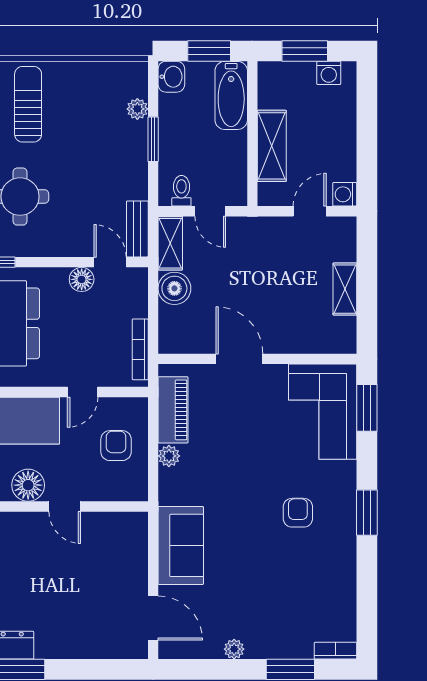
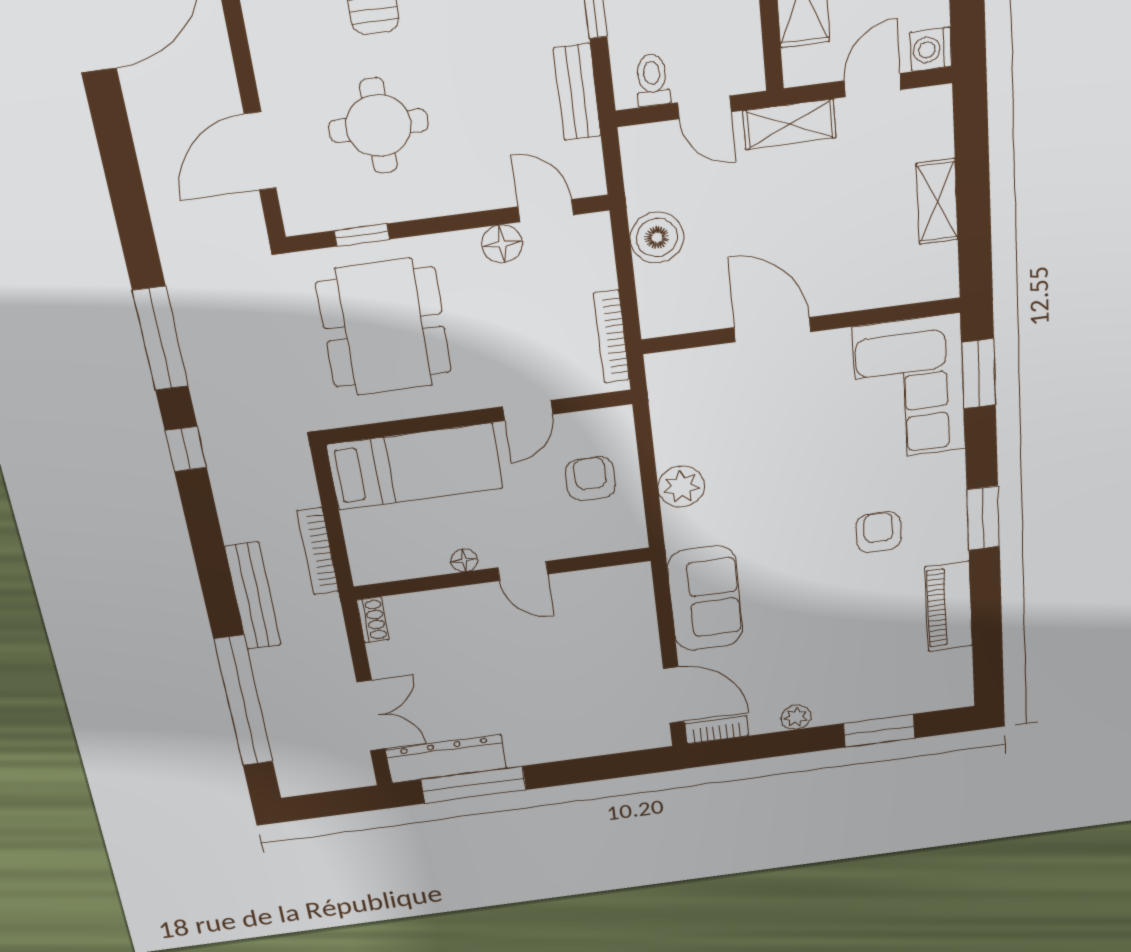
bench: (137, 229) -> (577, 92), moved
shelving: (170, 243) -> (790, 124), moved, turned 90
piano: (173, 410) -> (949, 606), moved, turned 180
plant: (169, 456) -> (681, 487), width x1.38, depth x1.38
floor lamp: (28, 485) -> (464, 560), width x0.53, depth x0.53
bookcase: (335, 651) -> (717, 730), moved

